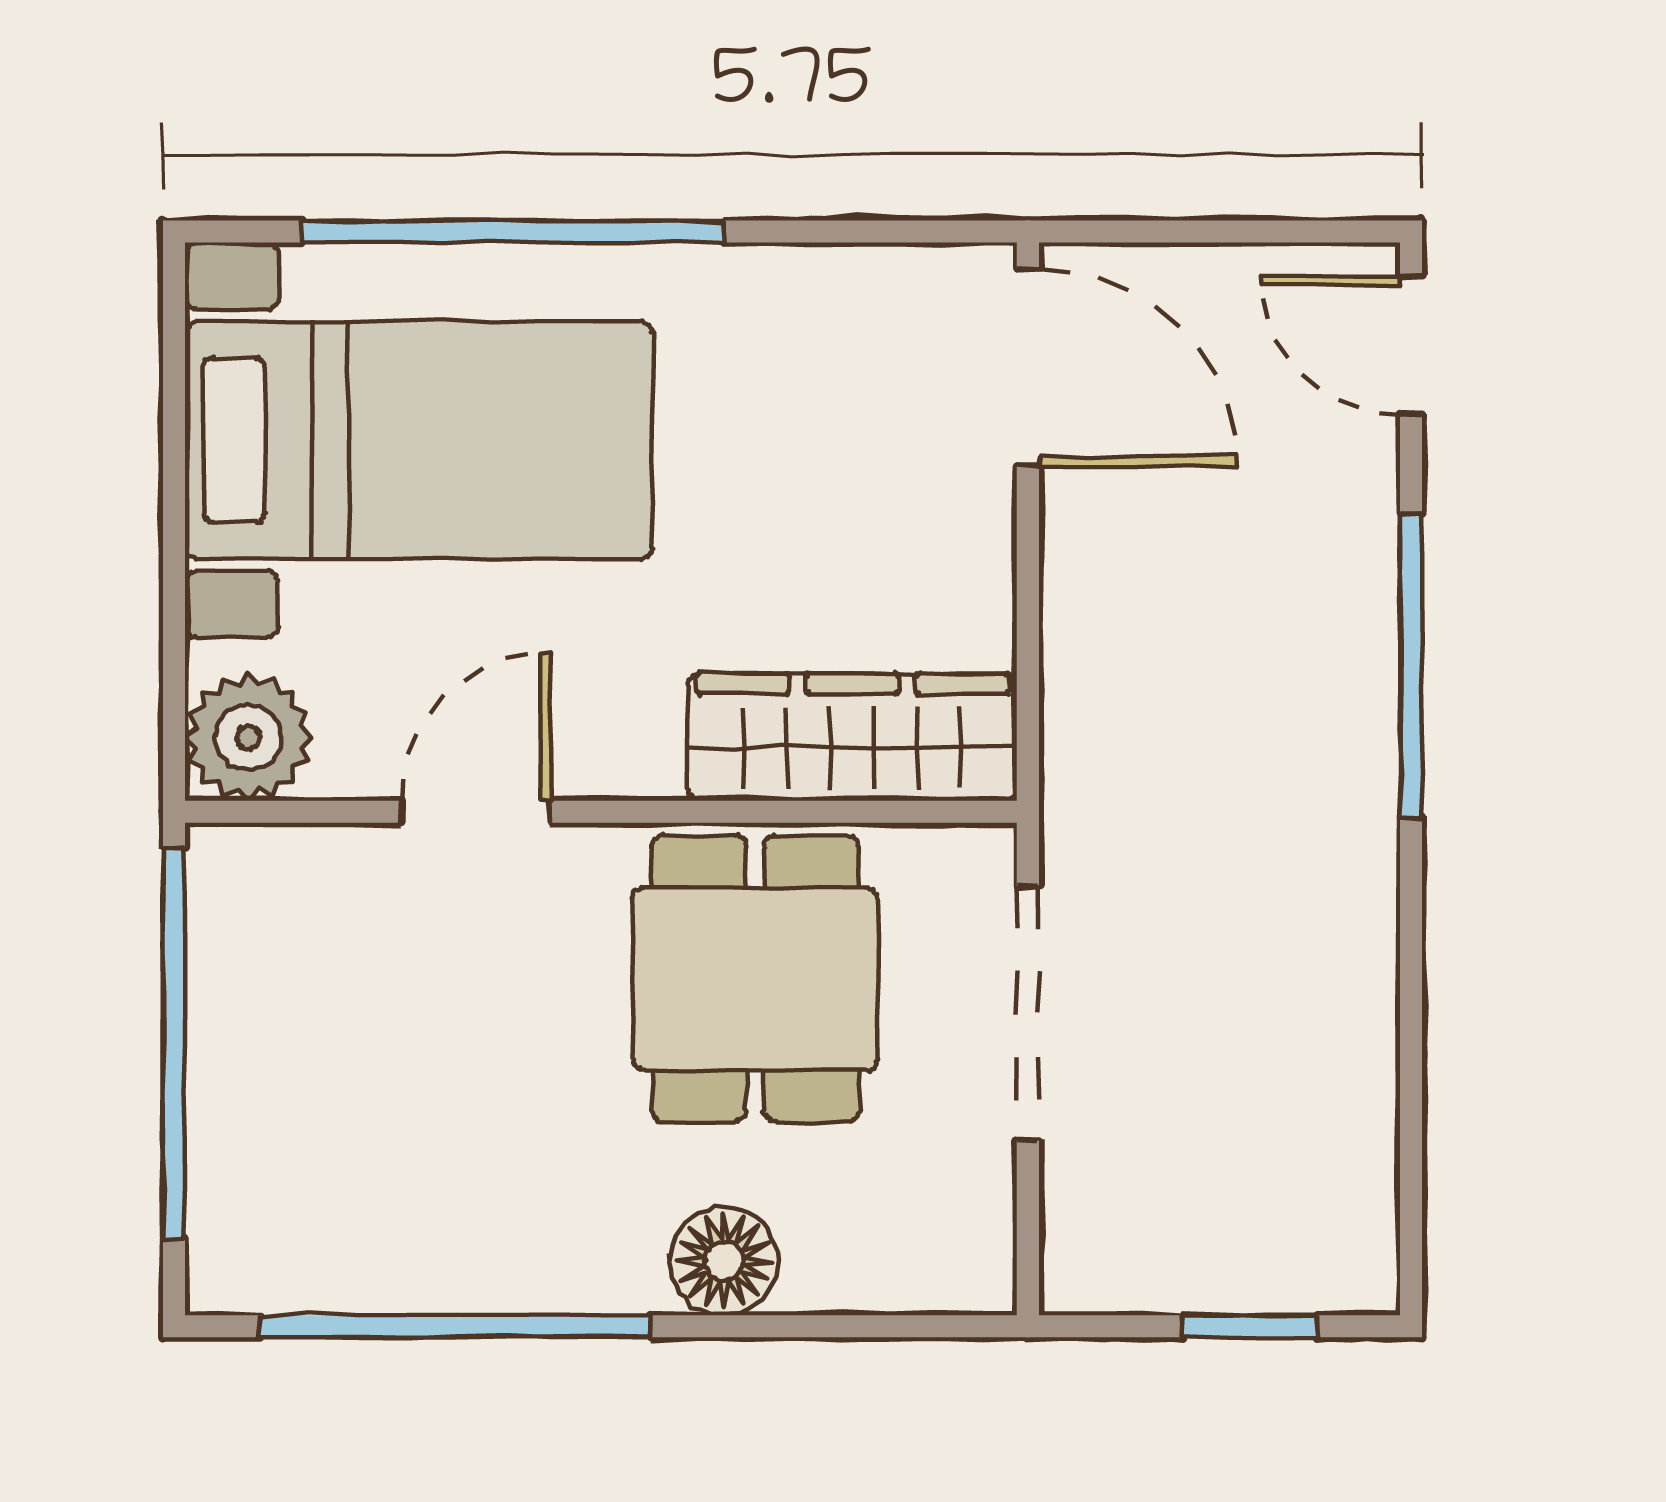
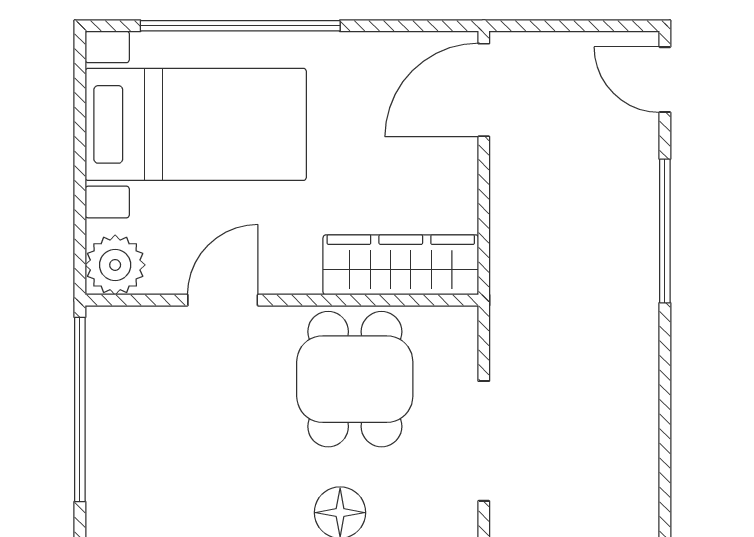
door: (1028, 367) -> (484, 90), swing flipped
doorway: (1028, 1014) -> (484, 441), moved

